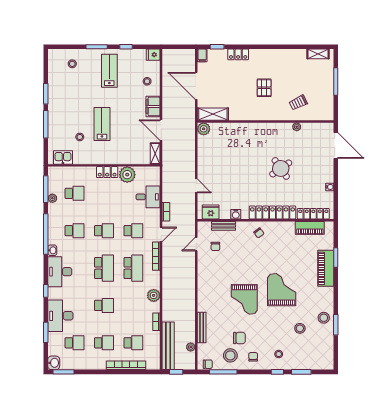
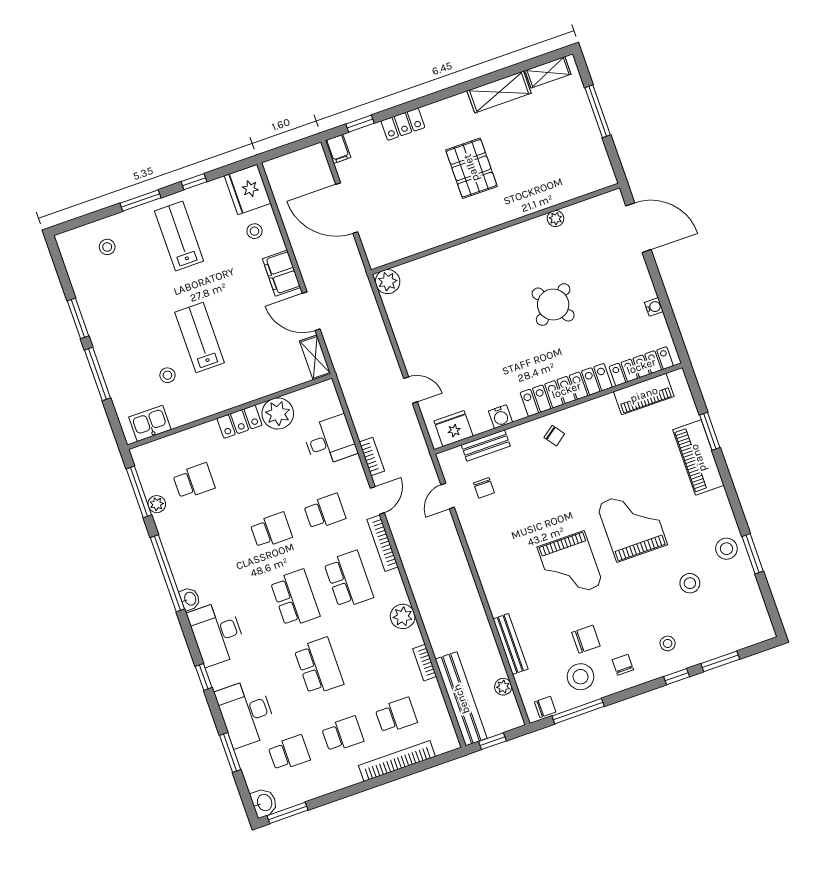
fridge: (153, 55) -> (248, 189), width x1.88, depth x1.34
pallet: (264, 88) -> (471, 168), width x1.50, depth x1.42
trolley: (298, 103) -> (543, 173), removed
shelving: (213, 114) -> (499, 92), moved
school desk: (75, 231) -> (218, 549), removed
school desk: (104, 305) -> (319, 666), width x1.85

